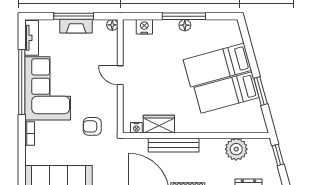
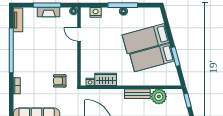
door: (120, 75) -> (79, 34), moved
corner sofa: (48, 88) -> (29, 55), removed
bench: (174, 145) -> (137, 94), moved, width x0.73

